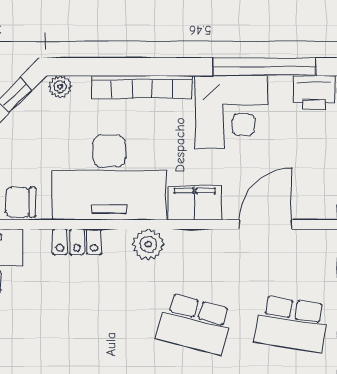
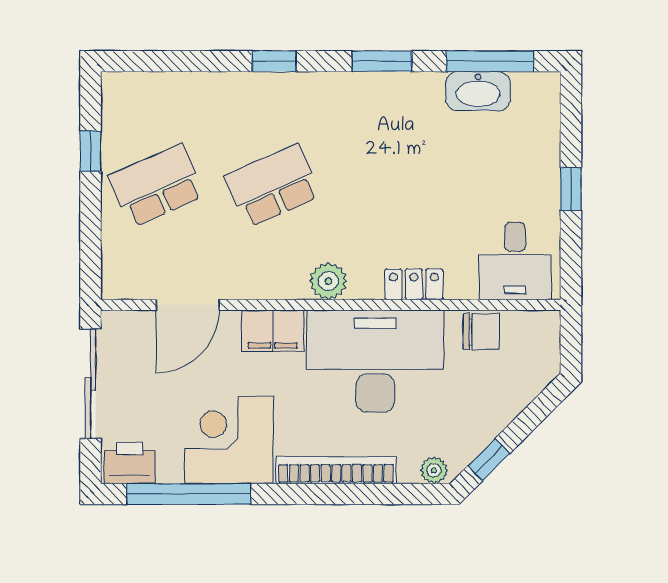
school desk: (195, 324) -> (273, 186), turned -39
school desk: (291, 324) -> (157, 186), turned -33

